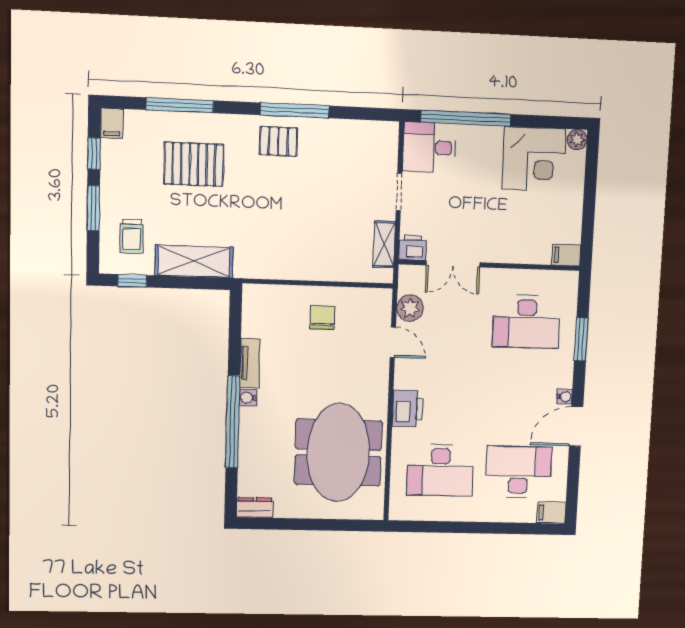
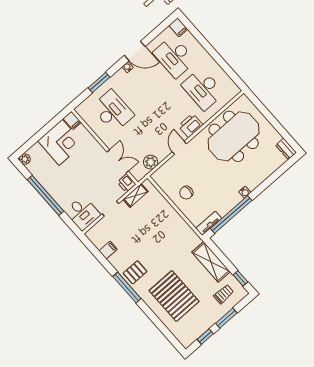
window: (180, 105) -> (157, 322), removed
window: (295, 110) -> (127, 288), moved
window: (466, 118) -> (46, 195), moved
filing cabinet: (112, 123) -> (108, 250), moved
pallet: (278, 141) -> (135, 272), turned 90
corner desk: (534, 159) -> (61, 142), moved, turned 90
pallet: (194, 164) -> (174, 296), width x1.37, depth x1.41
door: (393, 342) -> (179, 148), moved
tv unit: (250, 363) -> (209, 223), moved
window: (233, 422) -> (231, 214), moved
desk: (440, 470) -> (203, 89), turned 180

